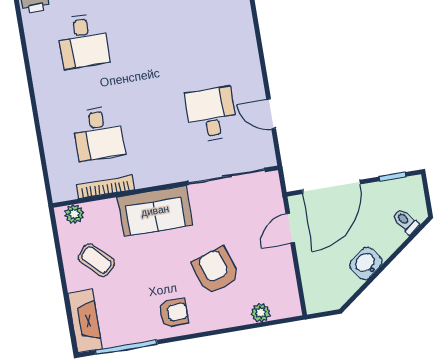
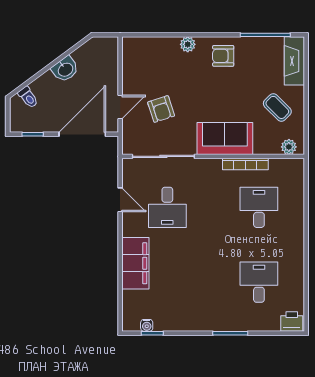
filing cabinet: (239, 39) -> (135, 263), added
bookcase: (105, 187) -> (245, 164), moved
armchair: (216, 271) -> (161, 109), moved, width x0.72, depth x0.72
plant: (261, 313) -> (188, 44), moved

